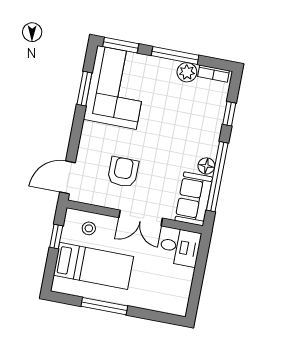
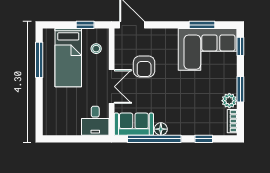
window: (121, 45) -> (240, 46), width x0.67
window: (175, 55) -> (240, 89), width x0.69
armchair: (123, 172) -> (144, 66), turned 90
double door: (141, 218) -> (112, 87), swing flipped
window: (104, 306) -> (39, 60), moved

